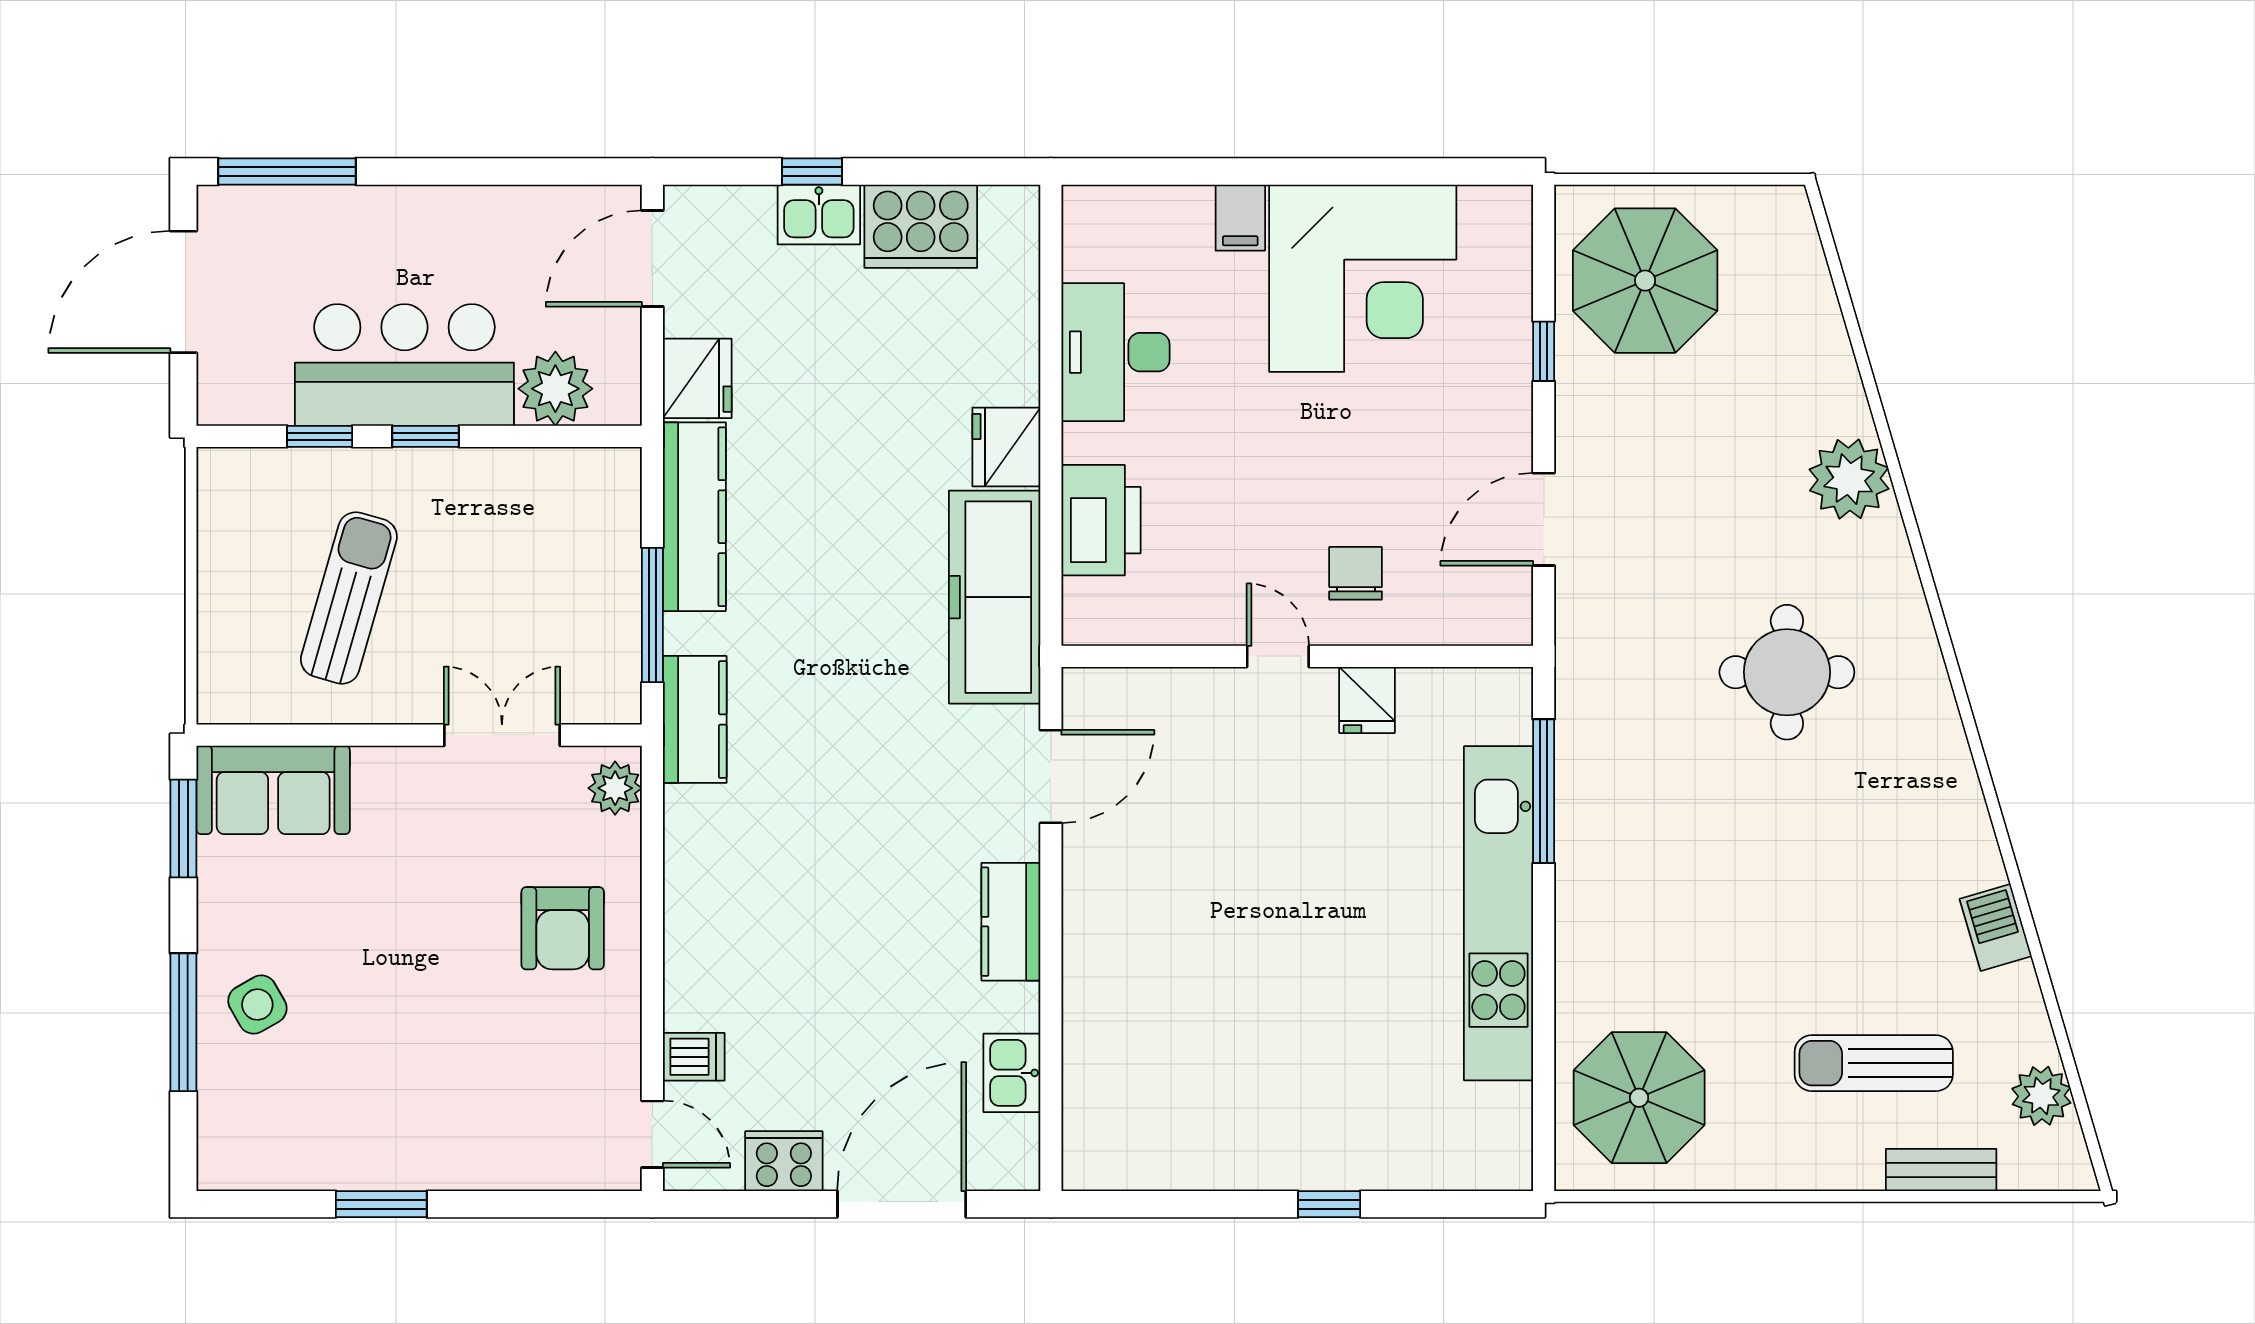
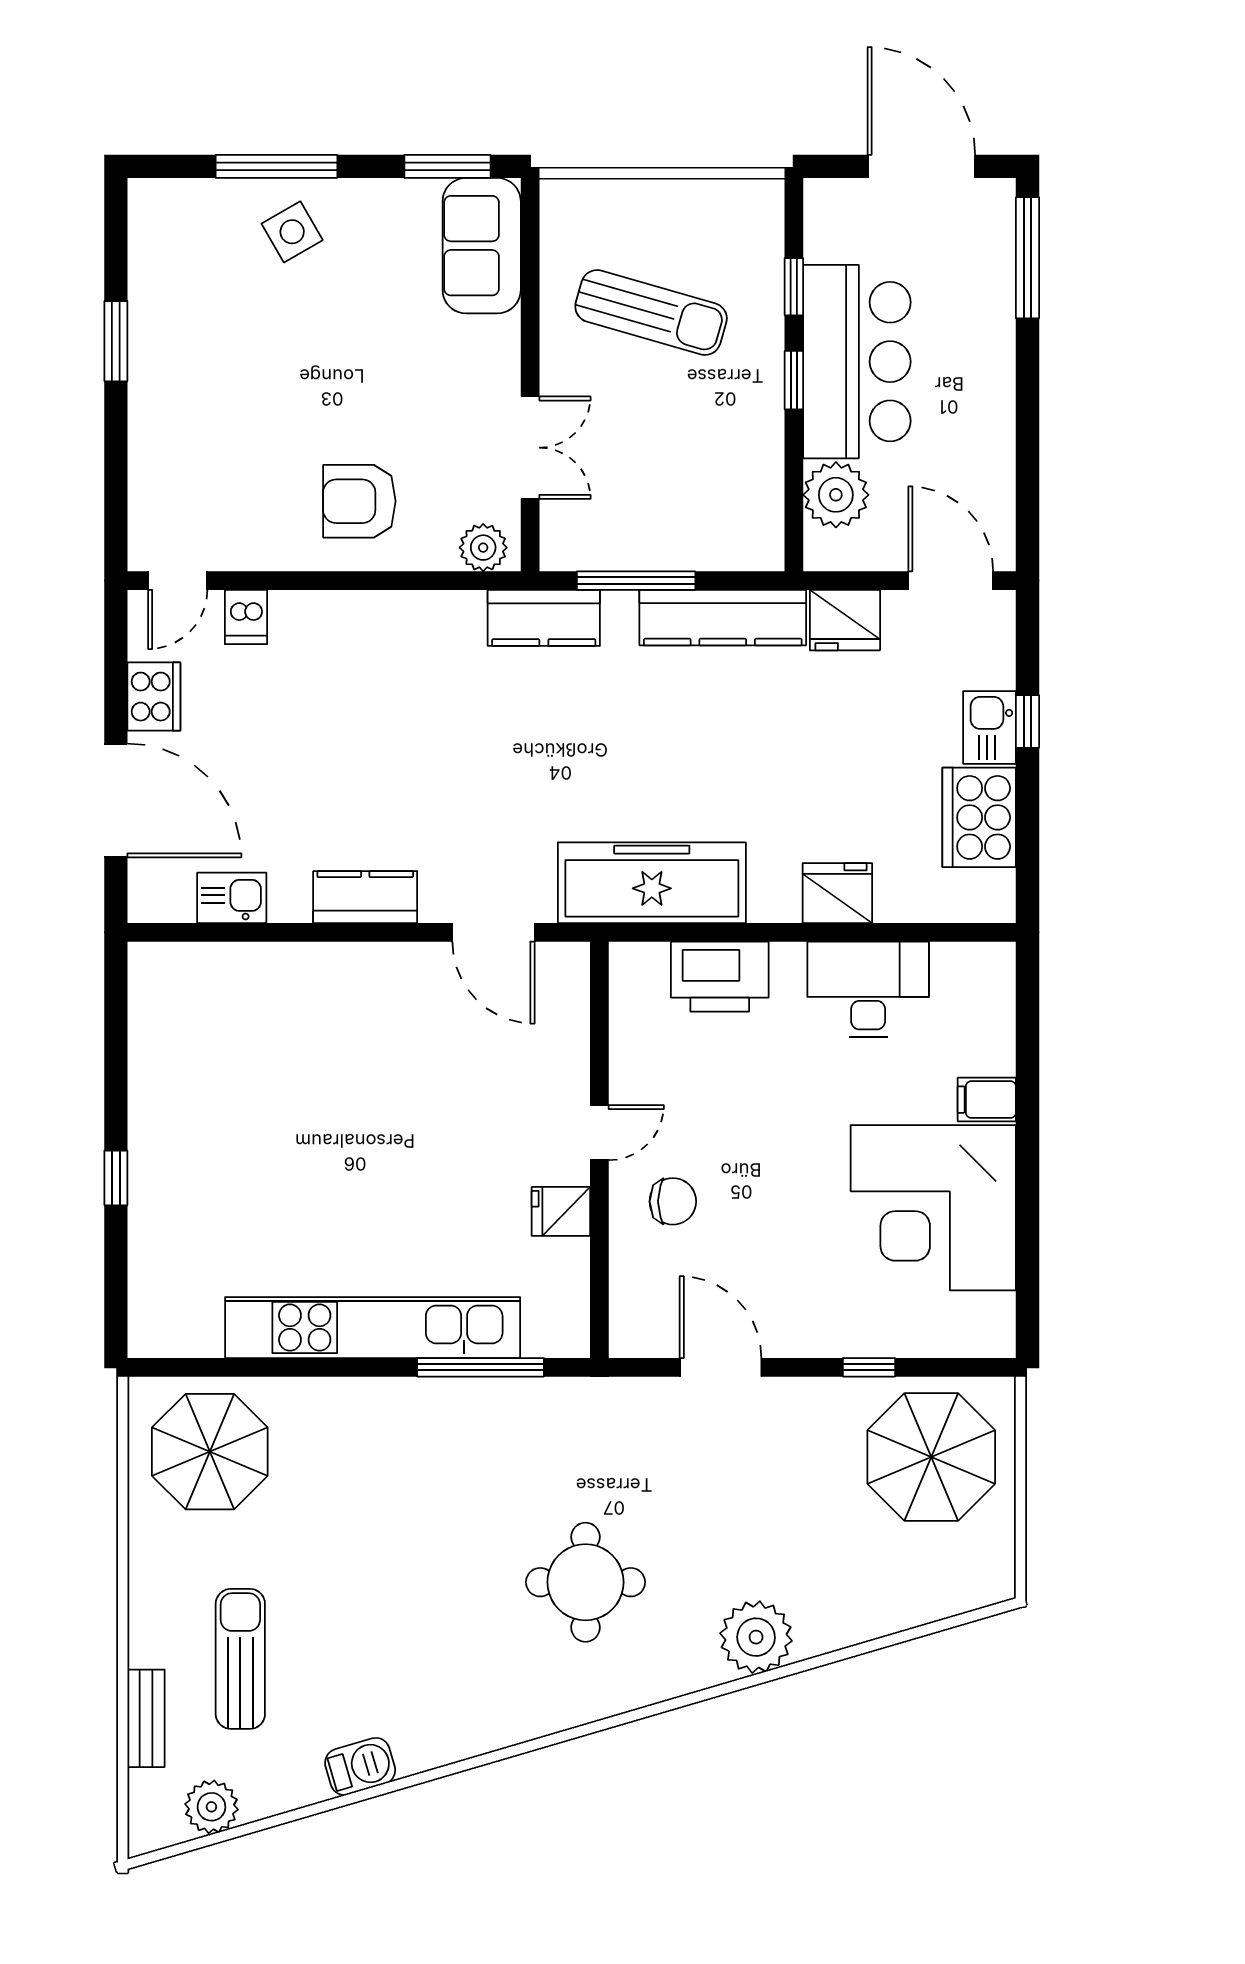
fridge: (1006, 447) -> (837, 893), moved

